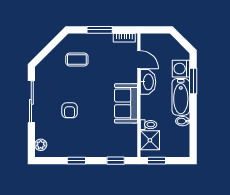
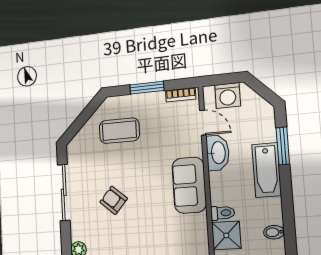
coffee table: (77, 60) -> (119, 131), width x1.36, depth x1.30
washing machine: (181, 69) -> (228, 96), moved, turned -90
armchair: (70, 110) -> (114, 200), turned 131
bidet: (183, 121) -> (274, 232), moved

